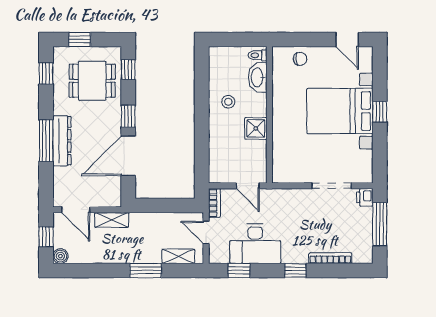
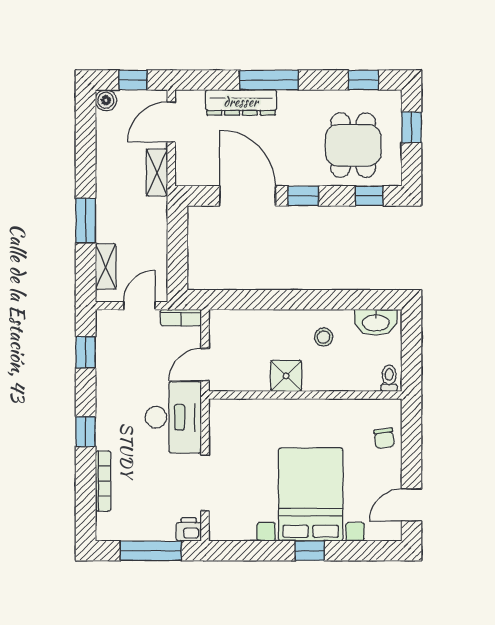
washbasin: (258, 77) -> (376, 322), moved, turned 180
dresser: (62, 141) -> (241, 102), moved
desk: (255, 244) -> (173, 417), moved, turned 180

